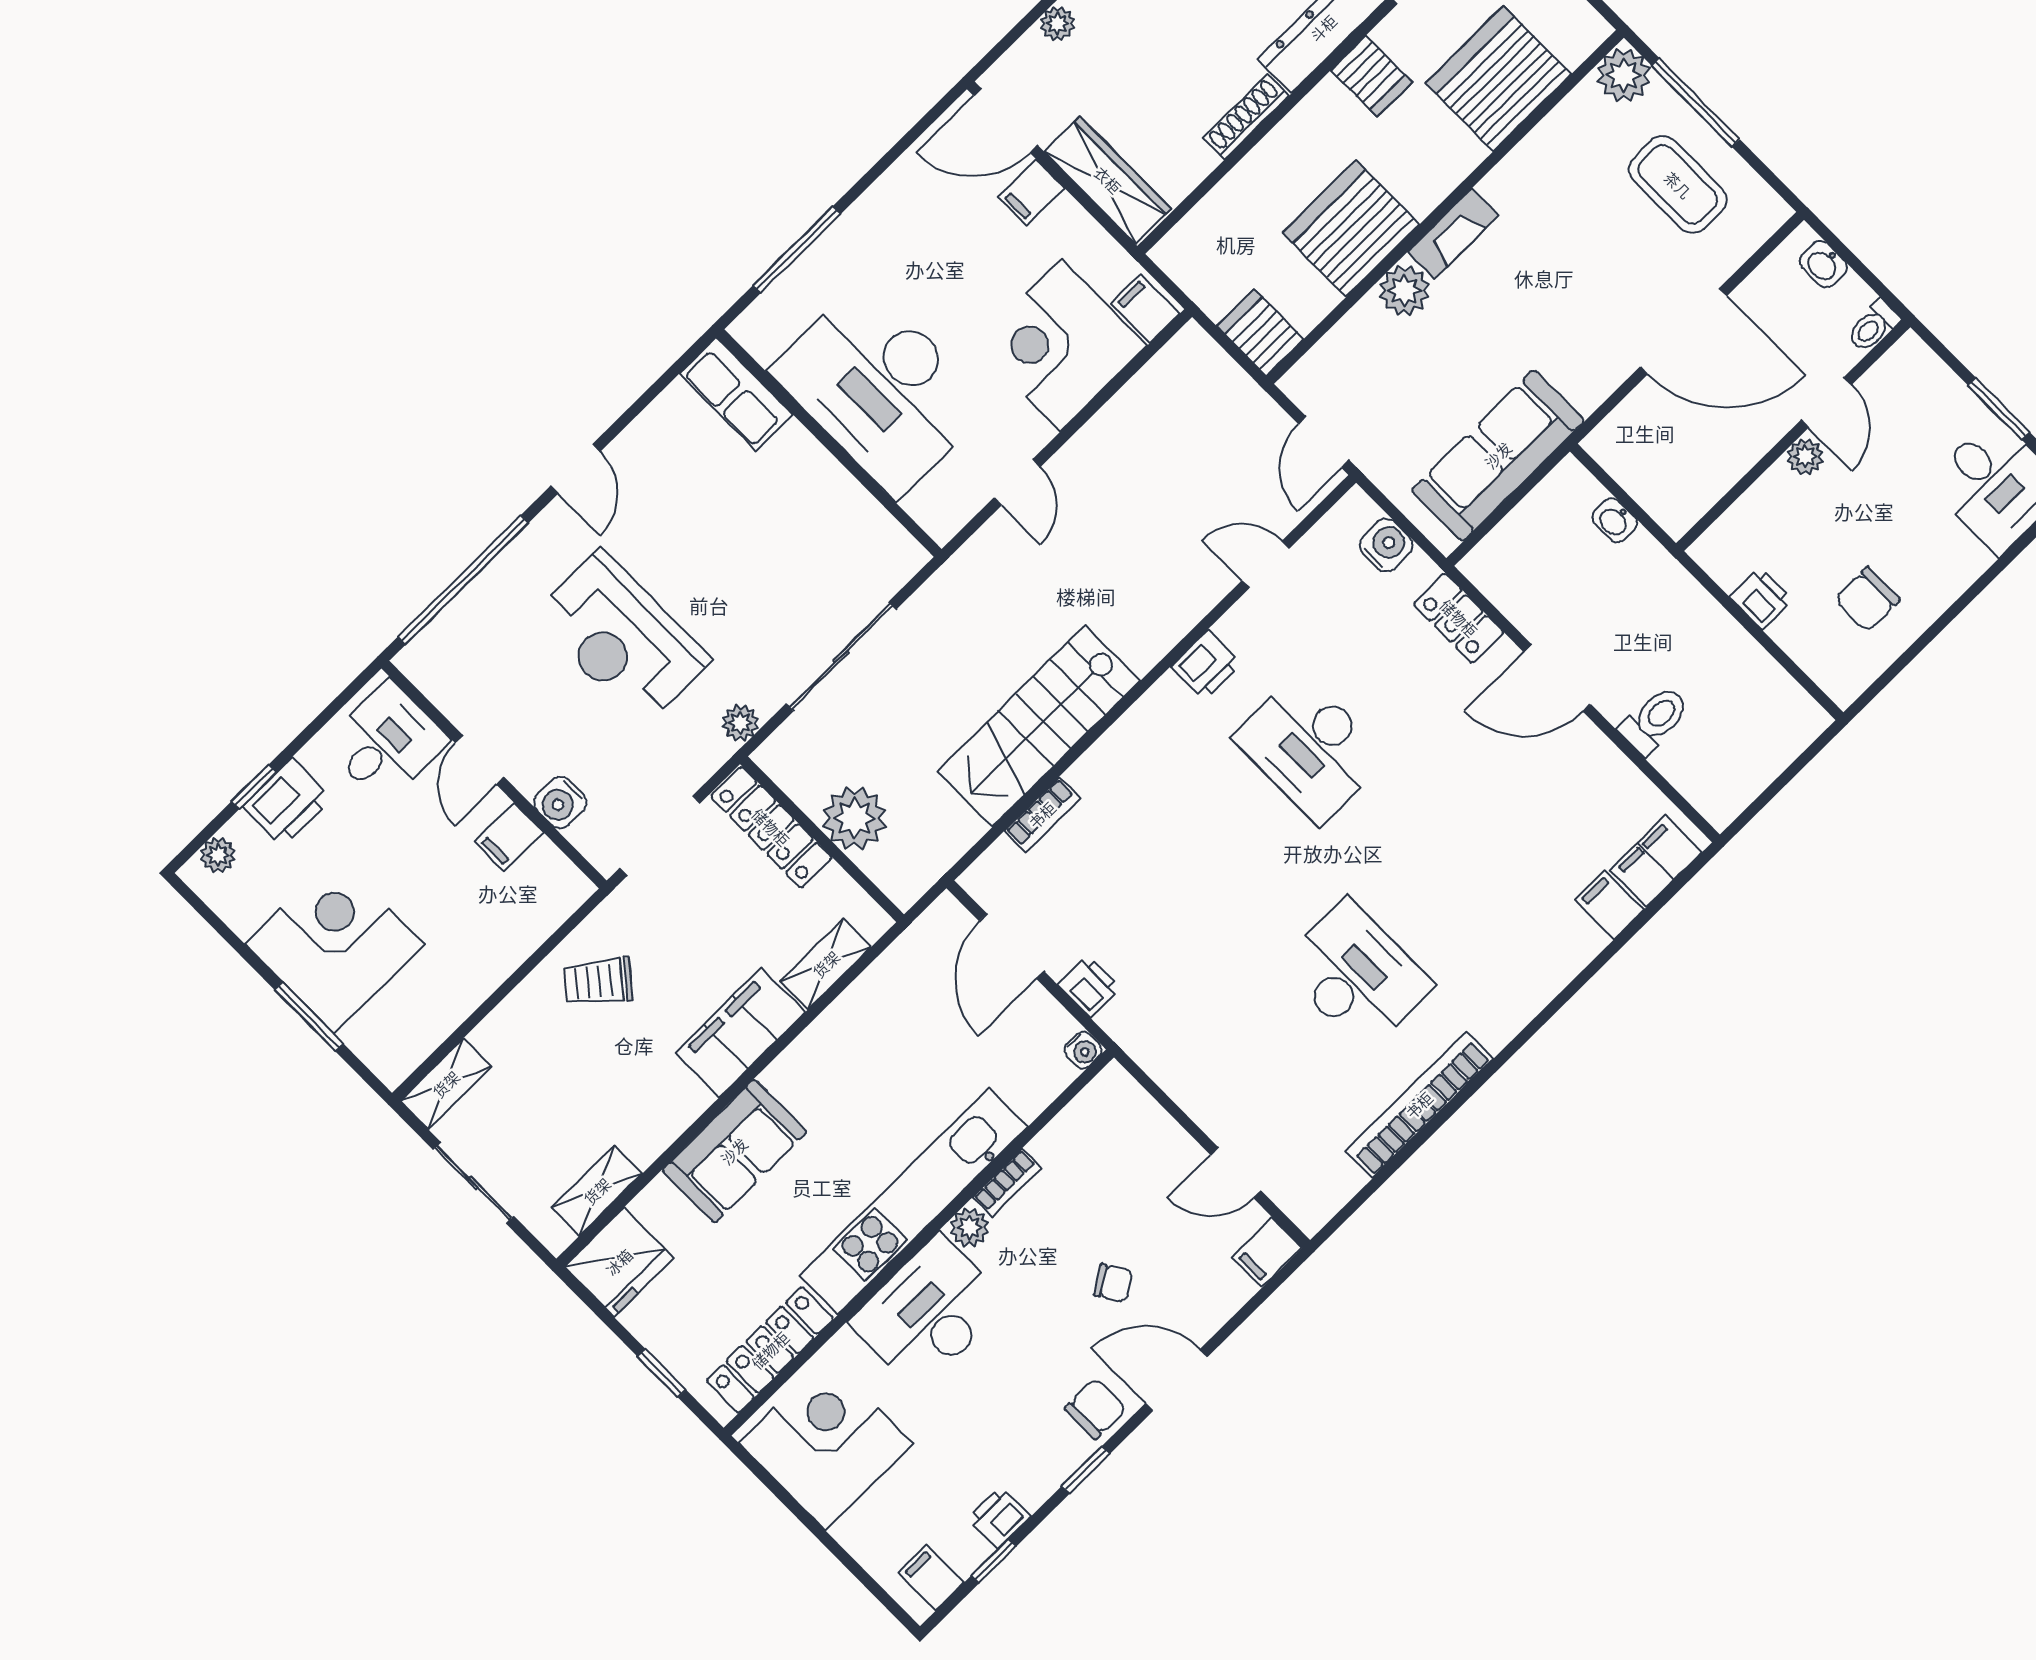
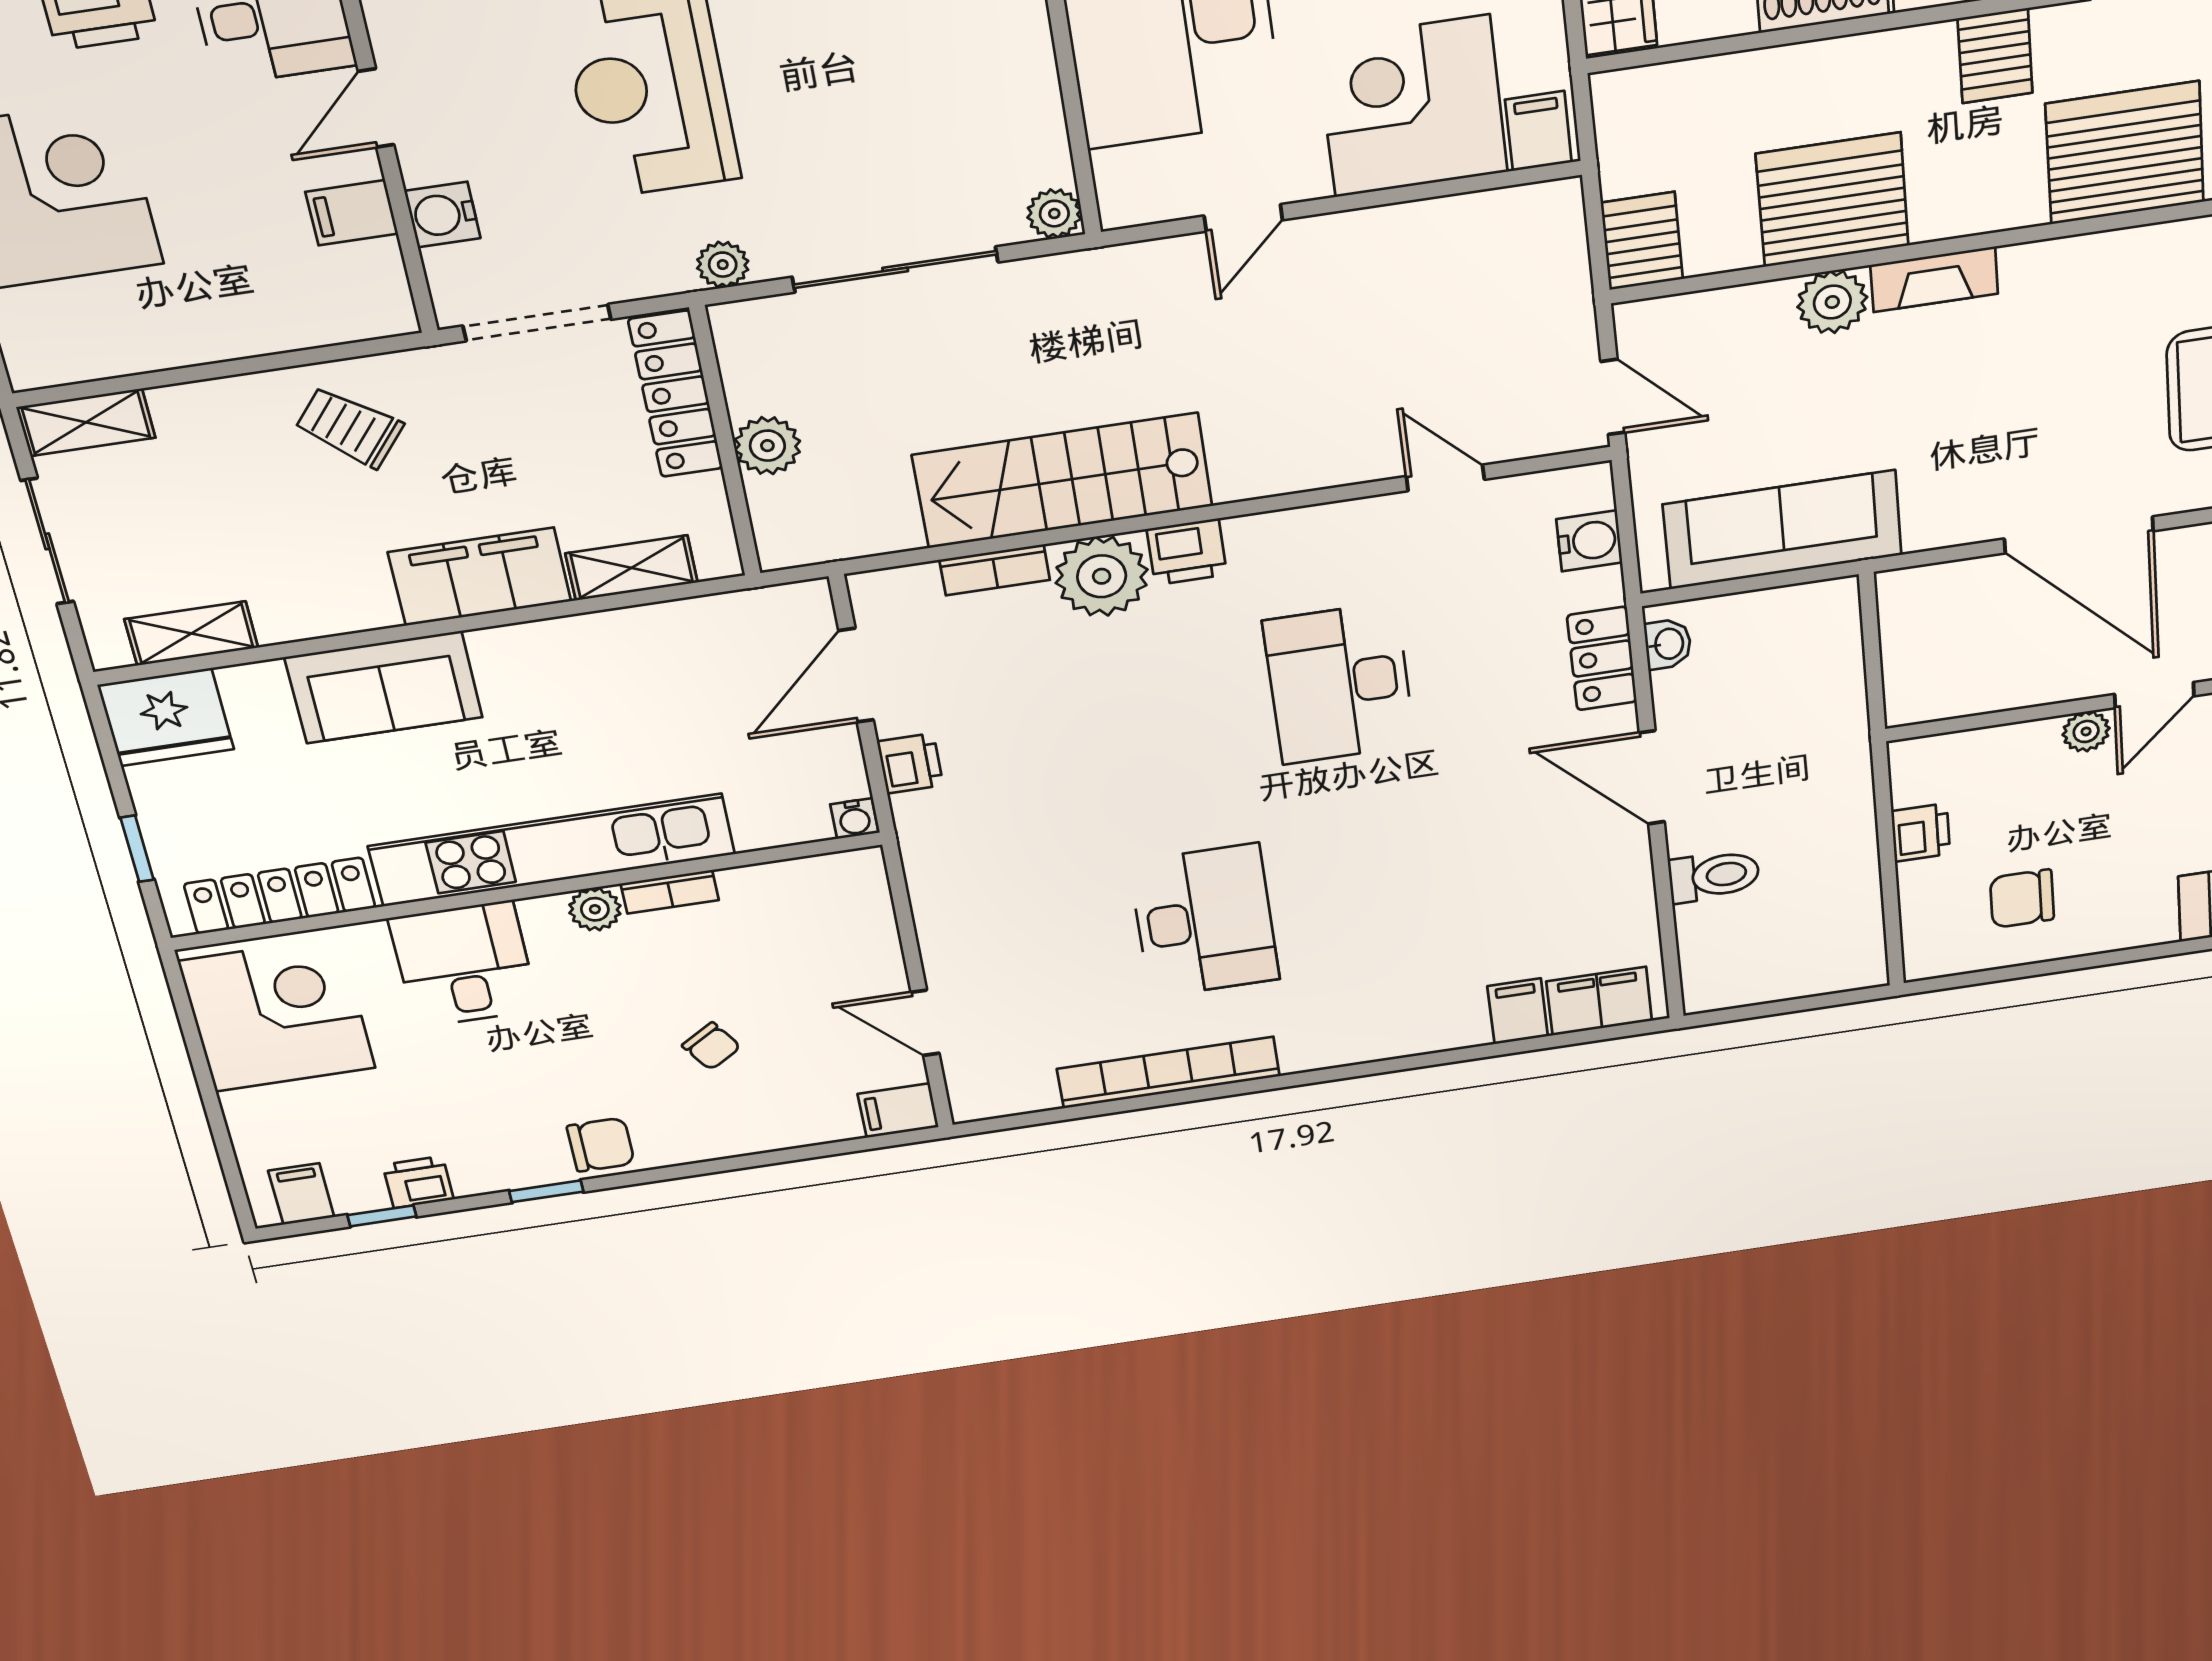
door: (1324, 442) -> (1613, 397), swing flipped
washbasin: (1615, 520) -> (1668, 644), moved, turned 180
plant: (907, 556) -> (1054, 214), added
printer: (1206, 665) -> (1187, 552), moved
plant: (1110, 775) -> (1102, 576), added
plant: (854, 818) -> (767, 446), width x0.73, depth x0.73
desk: (929, 1313) -> (464, 964), width x0.73
door: (1176, 1380) -> (708, 1167), removed

